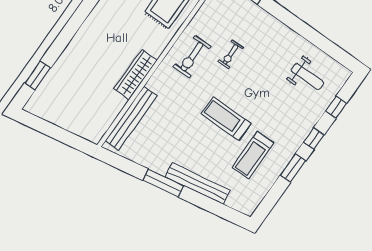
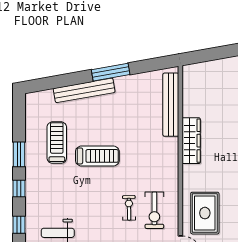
exercise bike: (192, 57) -> (154, 210), moved, turned 180

